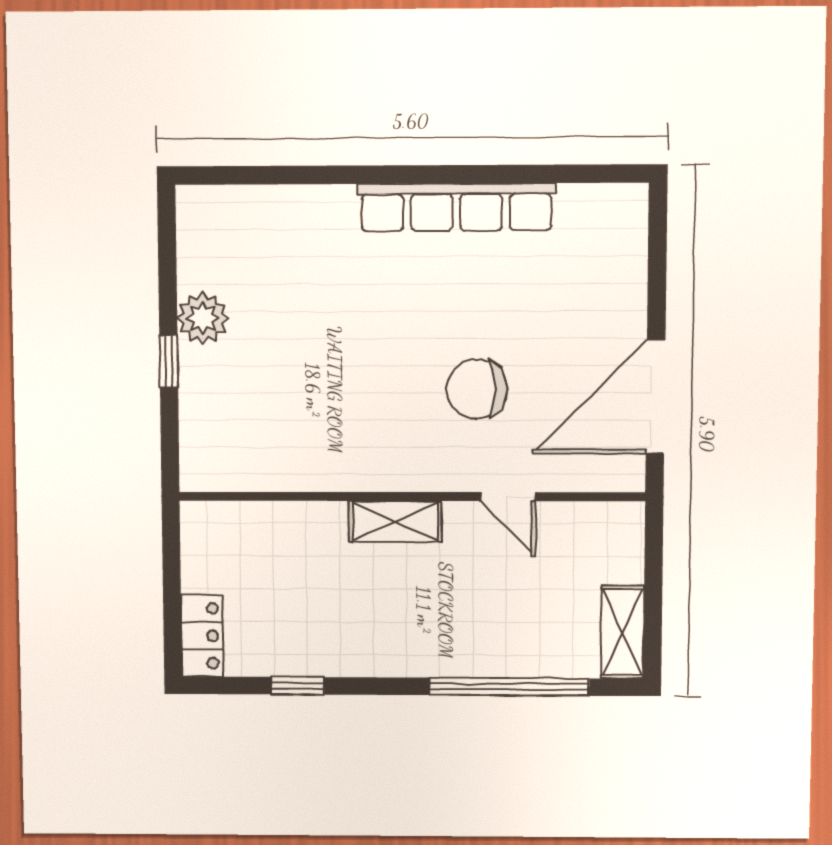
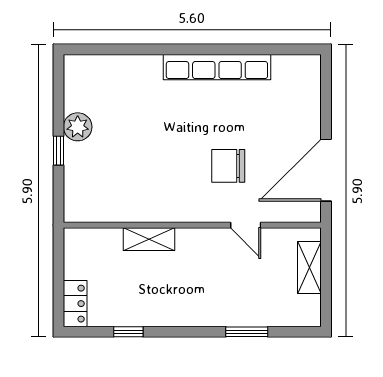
shelving: (395, 522) -> (149, 239), moved
shelving: (622, 632) -> (309, 267), moved
window: (509, 687) -> (247, 332), width x0.47

